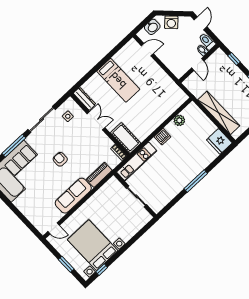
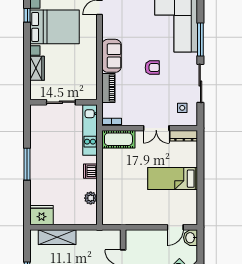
washbasin: (152, 27) -> (191, 238), moved
shelving: (219, 113) -> (57, 237), width x0.68
sofa: (73, 196) -> (111, 56), width x0.73
wardrobe: (129, 232) -> (37, 68), added

